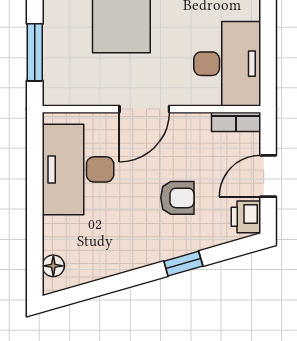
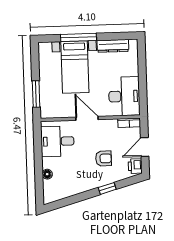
door: (144, 109) -> (87, 118), swing flipped
desk: (78, 169) -> (57, 141), width x0.73
floor lamp: (53, 266) -> (47, 174), moved

